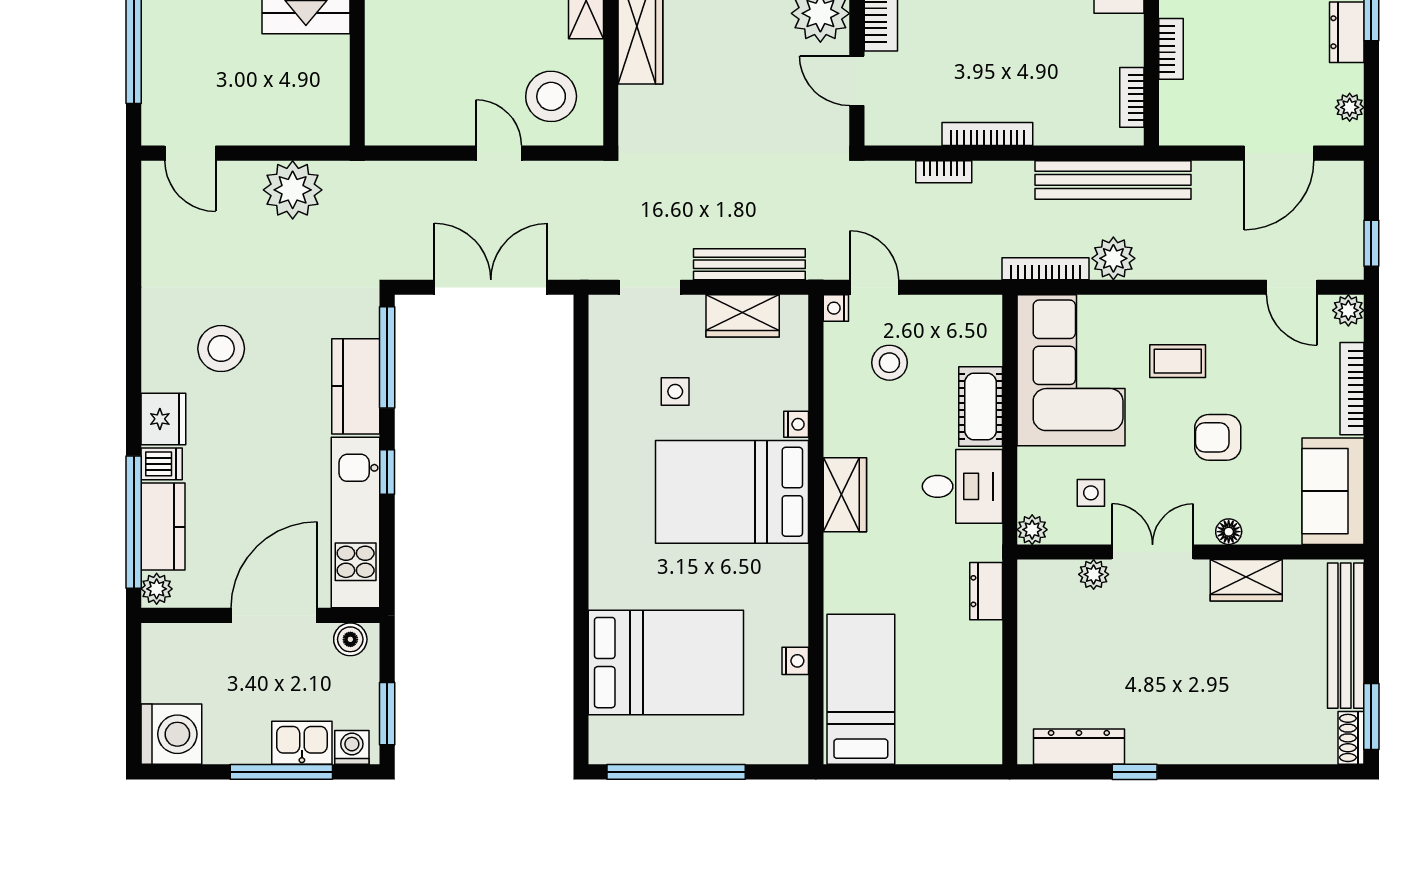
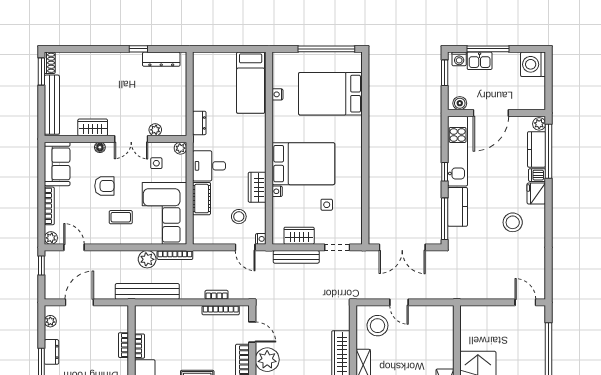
bookcase: (1132, 97) -> (140, 346), moved
bookcase: (987, 134) -> (221, 310), moved
plant: (293, 190) -> (483, 287), removed
wardrobe: (845, 495) -> (257, 187), moved

